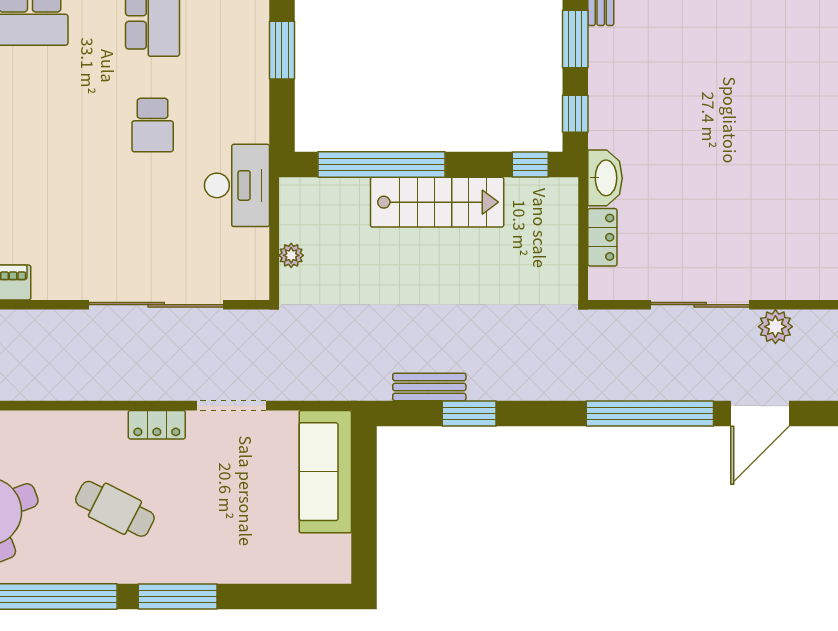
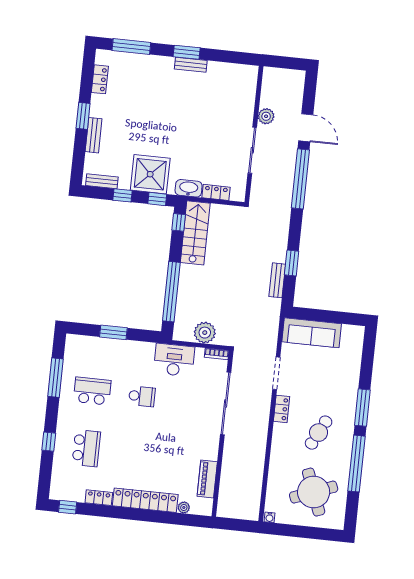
window: (575, 39) -> (122, 195), width x0.67
shower: (626, 93) -> (150, 174), added
stairs: (437, 202) -> (195, 233), moved
plant: (291, 255) -> (205, 333), width x1.88, depth x1.88
bookcase: (259, 274) -> (217, 354), added

